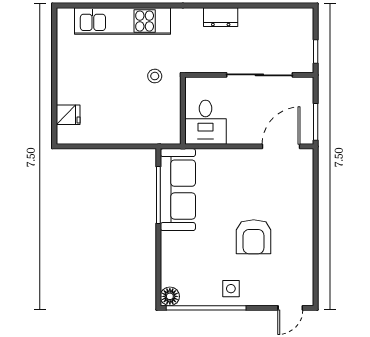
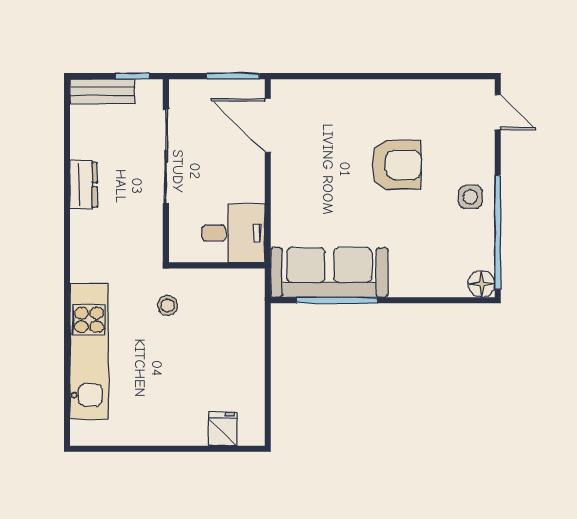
dresser: (221, 17) -> (83, 185), moved
bench: (305, 30) -> (102, 91), added

